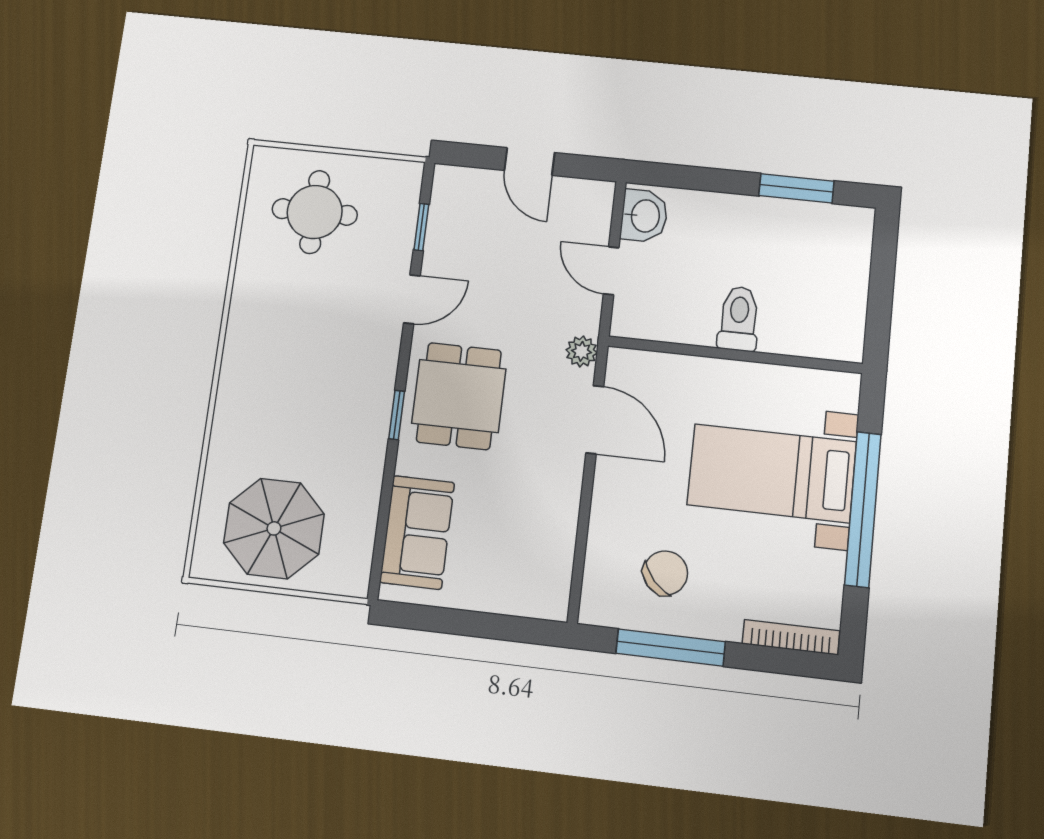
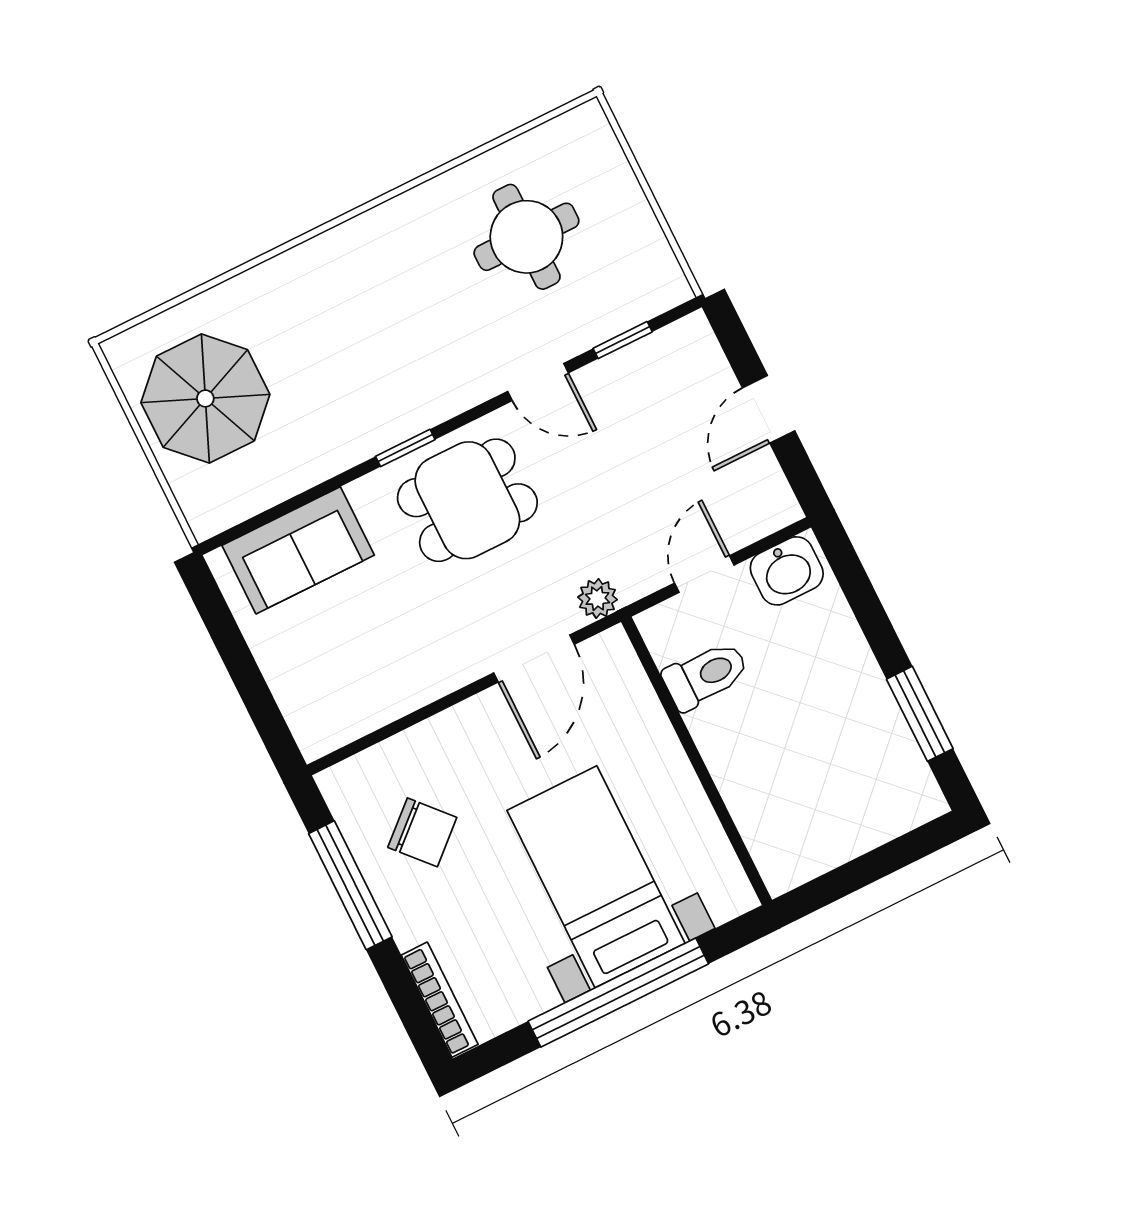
round table: (315, 212) -> (526, 237), moved
toilet: (739, 319) -> (706, 675), moved

